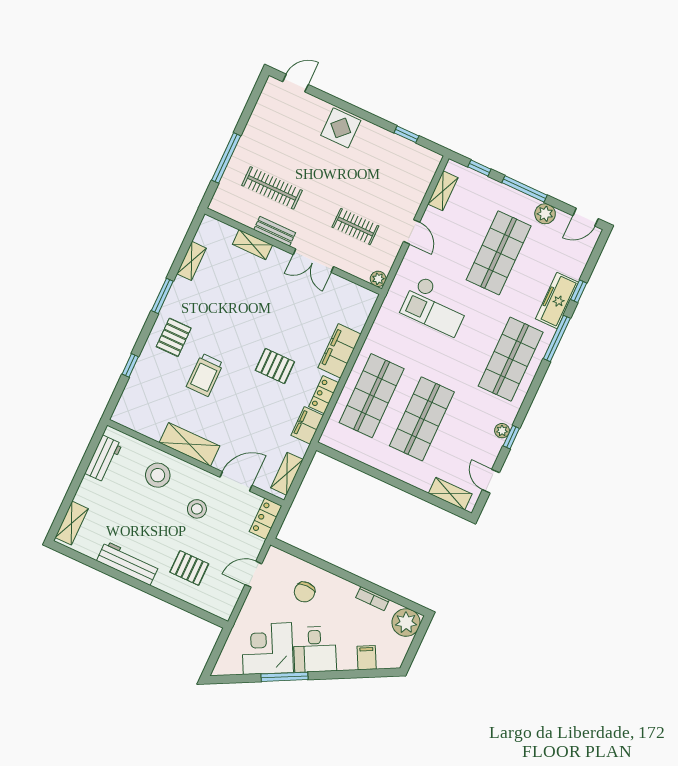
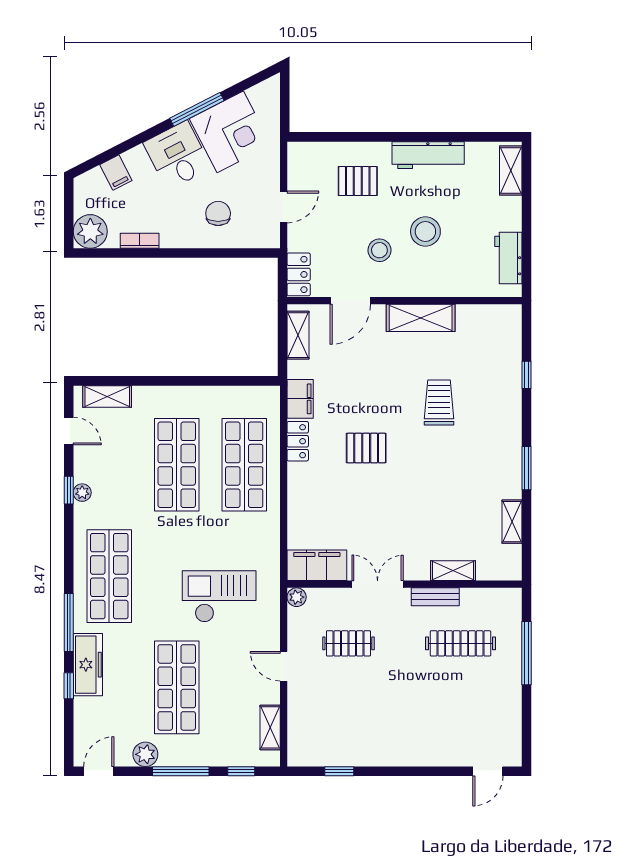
display table: (341, 128) -> (415, 745), removed
pallet: (174, 337) -> (493, 428), removed
filing cabinet: (340, 351) -> (317, 565), moved, turned -90
stool: (158, 475) -> (425, 232), moved

